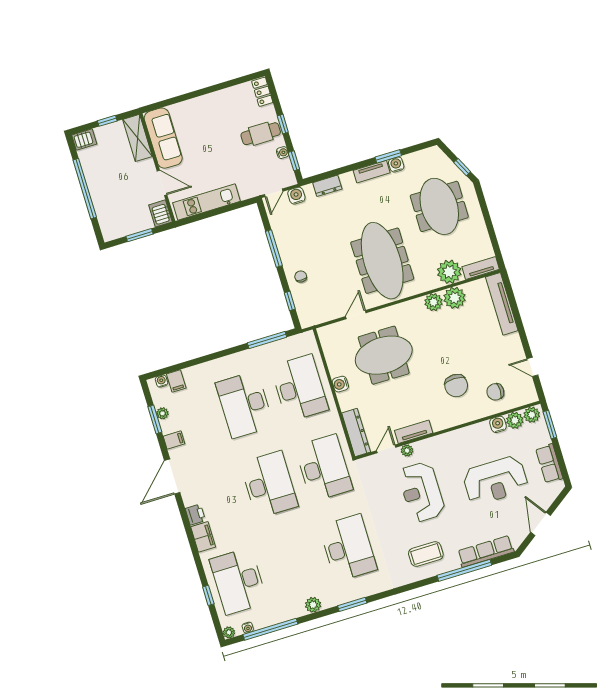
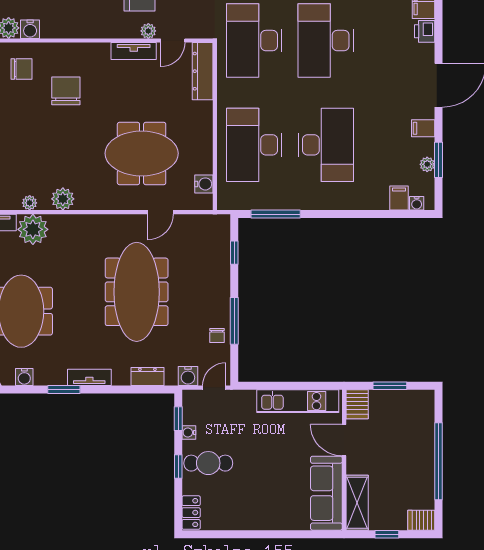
water cooler: (396, 164) -> (24, 377), moved
meeting table: (382, 261) -> (137, 292), moved
chair: (301, 276) -> (217, 336), moved
plant: (455, 298) -> (30, 203), width x0.53, depth x0.53
water cooler: (340, 384) -> (204, 184), moved

